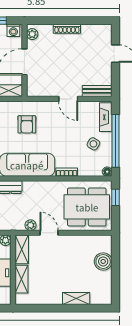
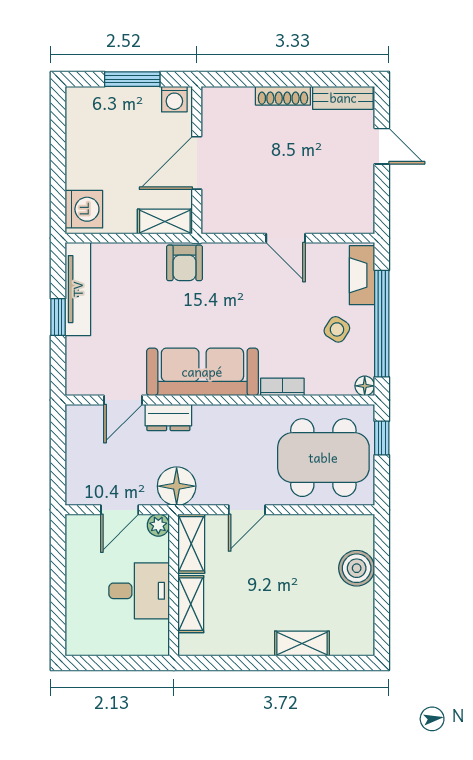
plant: (32, 34) -> (212, 107), removed
bench: (97, 91) -> (343, 98), moved
armchair: (27, 124) -> (184, 263), moved
floor lamp: (14, 221) -> (177, 486), added
plant: (31, 225) -> (209, 494), removed
door: (49, 233) -> (247, 510), swing flipped

